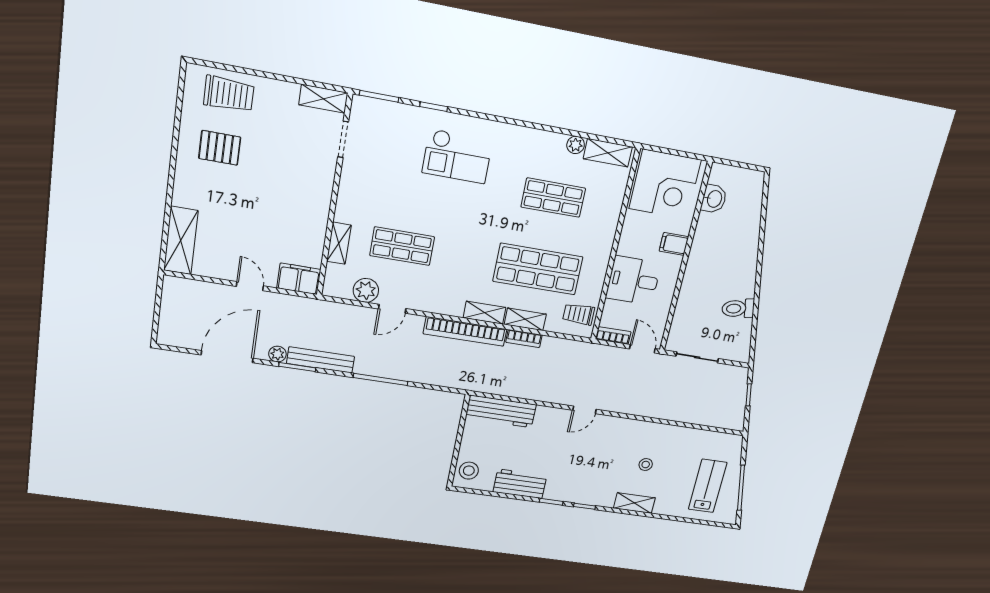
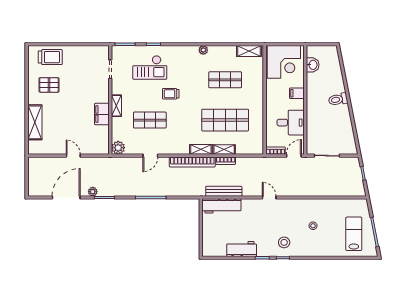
shelving: (323, 99) -> (97, 51), removed
plant: (576, 145) -> (203, 50), moved
checkout: (457, 156) -> (150, 67), moved
shelving: (181, 240) -> (35, 122), moved
shelving: (339, 243) -> (116, 106), moved
filing cabinet: (299, 279) -> (102, 114), moved, turned -90
desk: (633, 280) -> (291, 123), moved, turned 180
plant: (366, 290) -> (118, 148), moved
toilet: (738, 308) -> (338, 99), moved
trolley: (579, 314) -> (171, 94), moved
door: (642, 349) -> (294, 156), hinge flipped
bench: (321, 360) -> (224, 191), moved
door: (584, 410) -> (269, 197), swing flipped
stool: (469, 471) -> (284, 242), moved
shelving: (634, 503) -> (312, 251), removed

